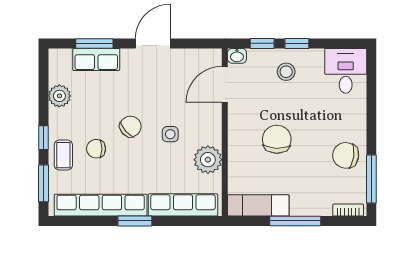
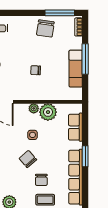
plant: (214, 136) -> (34, 108), added
chair: (277, 139) -> (36, 70), width x0.54, depth x0.54
row of seats: (183, 205) -> (75, 127), width x0.68
exam couch: (258, 205) -> (76, 69), moved

